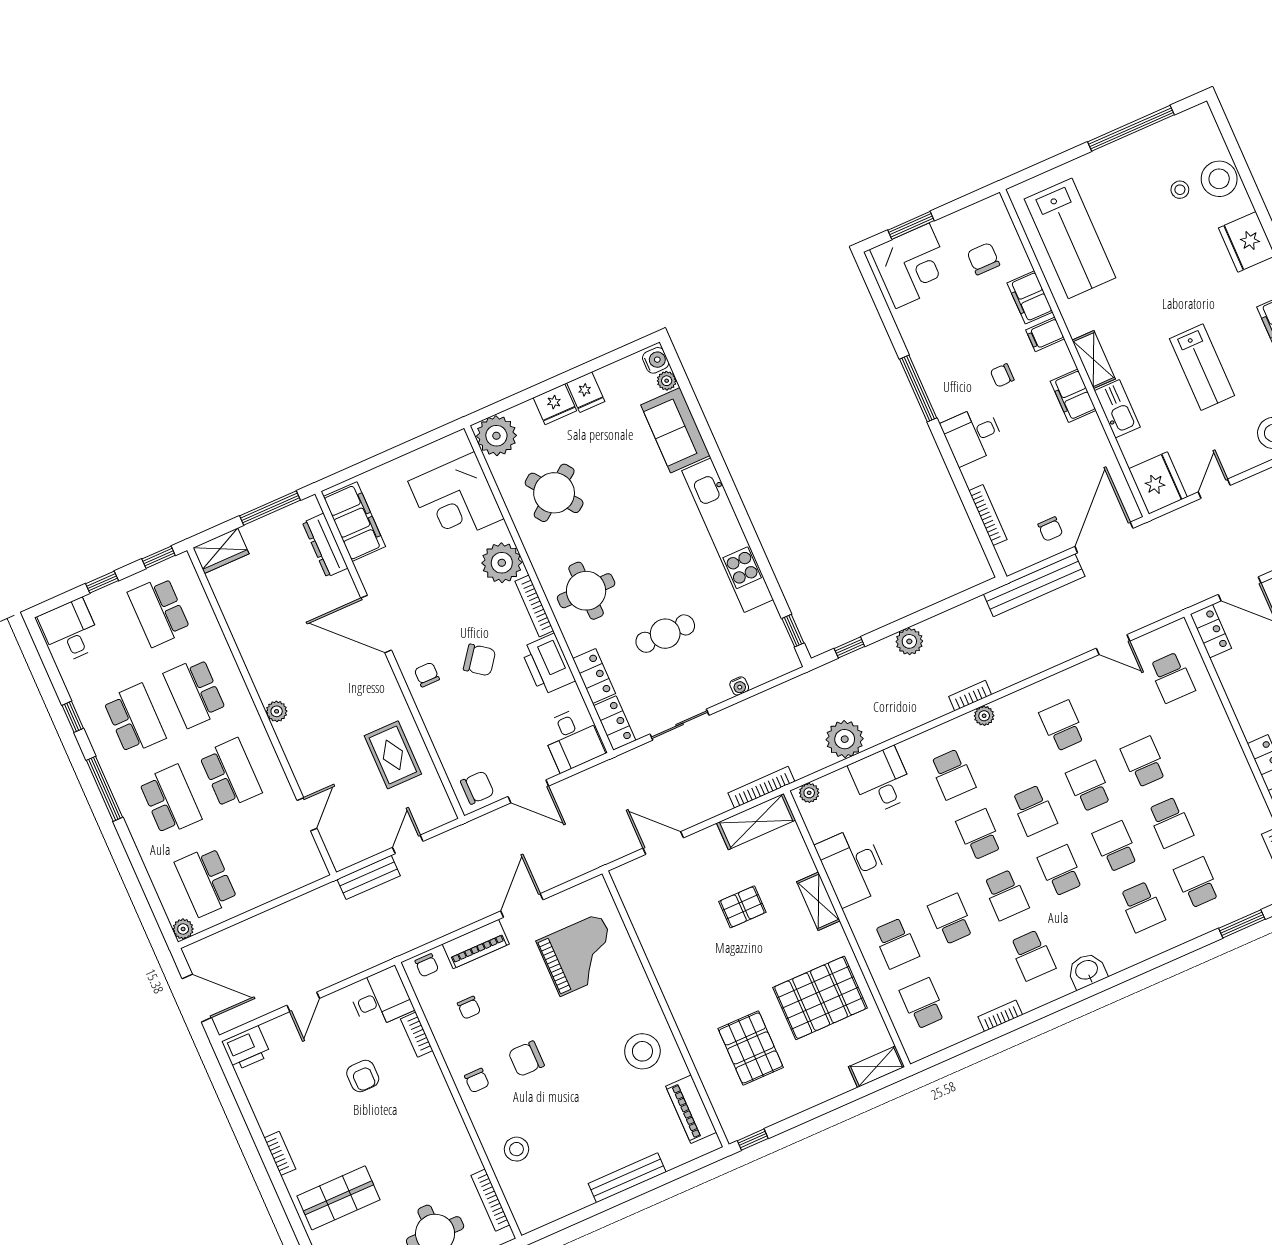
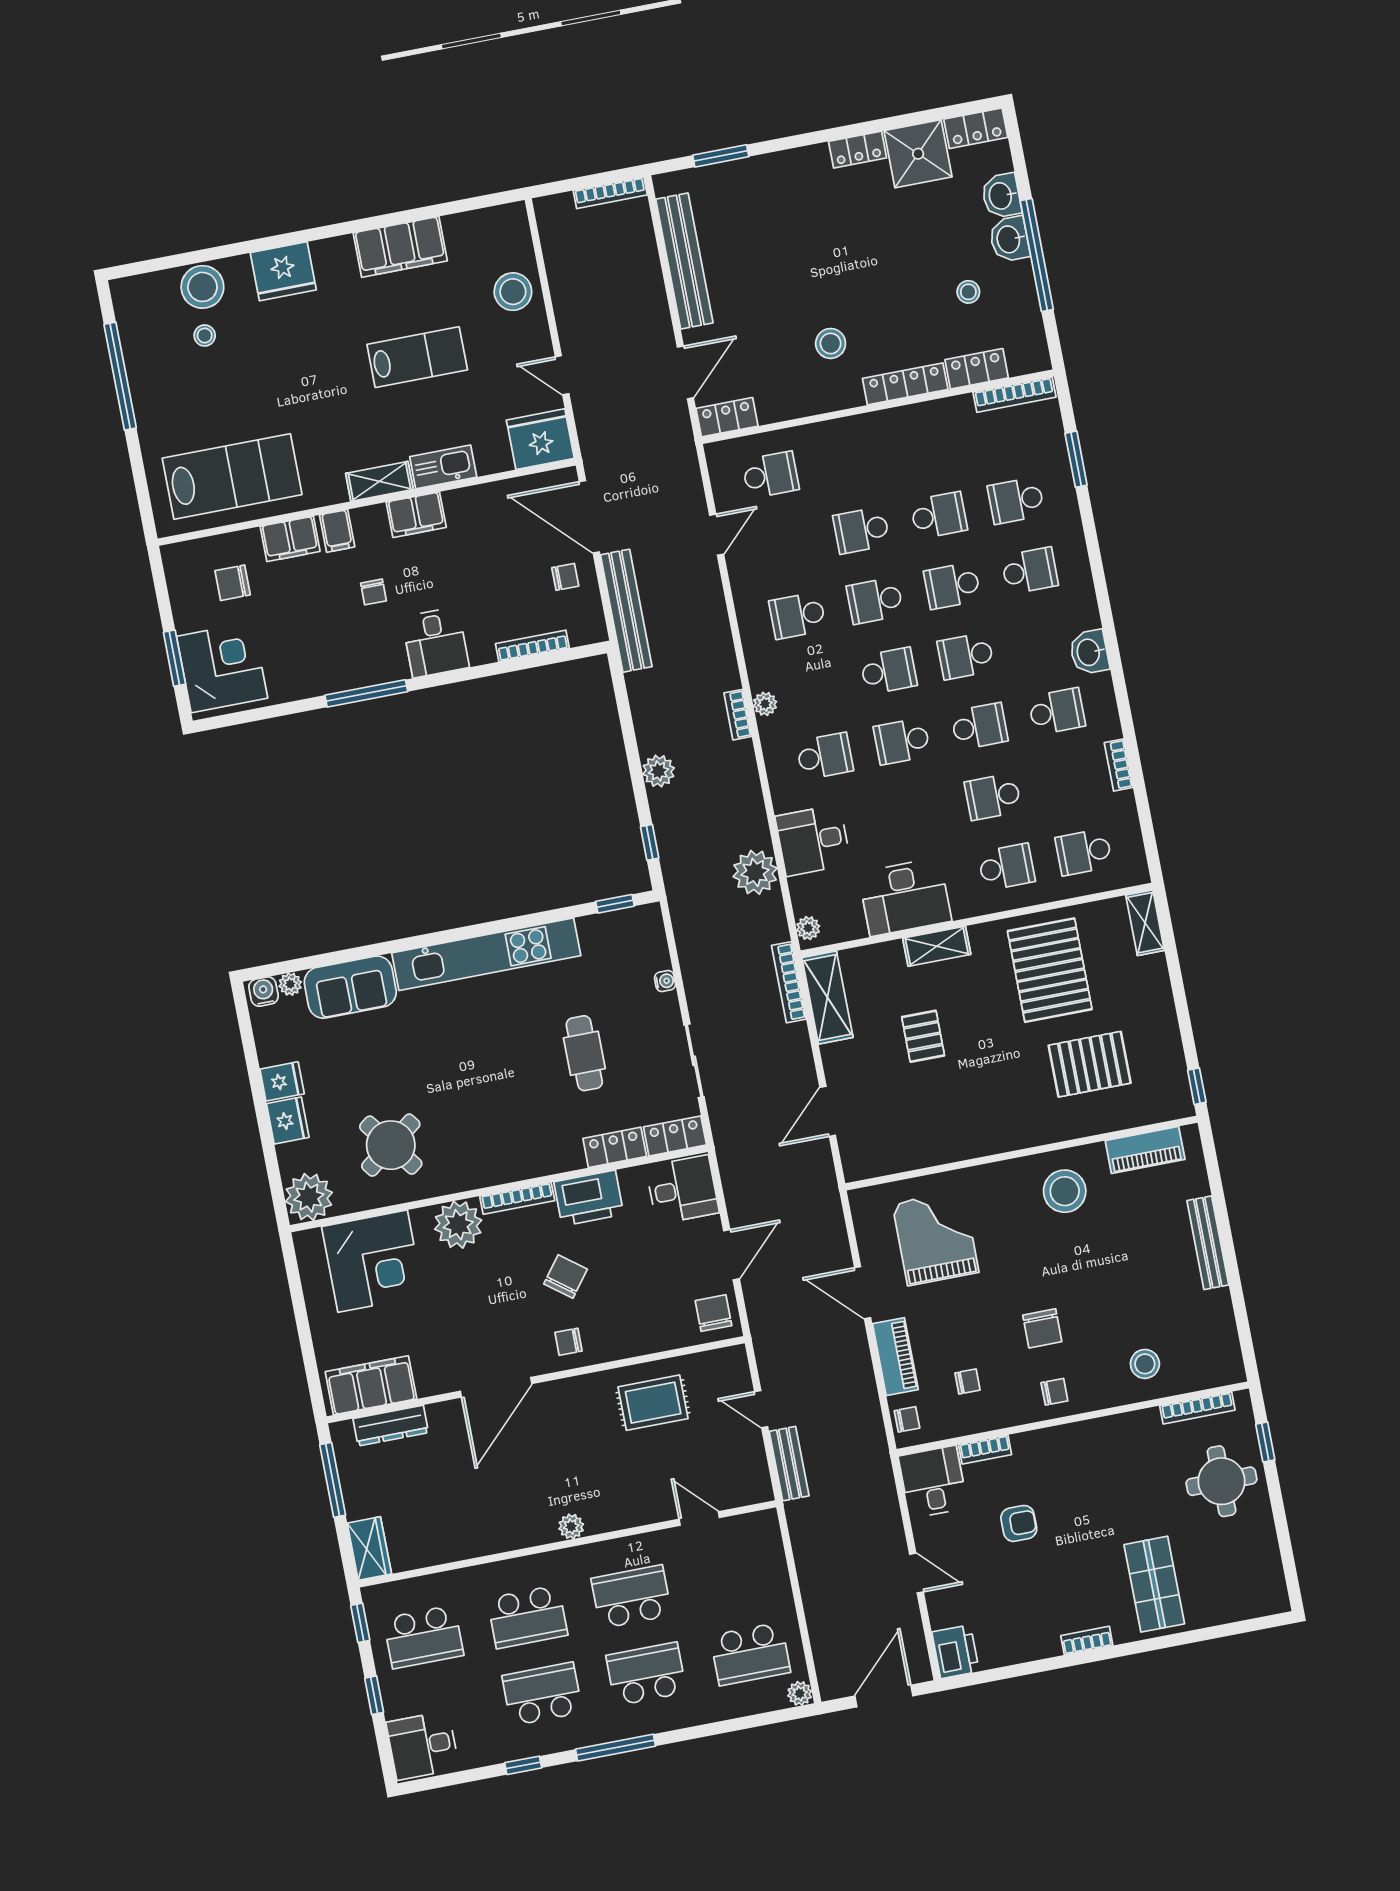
round table: (586, 591) -> (513, 1134), removed

